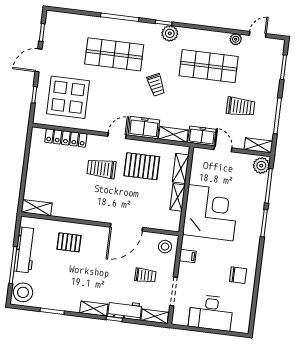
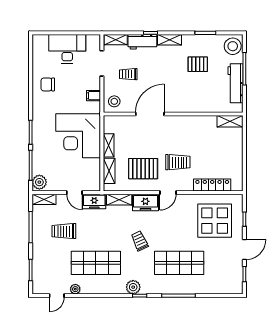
pallet: (69, 242) -> (198, 64), moved

